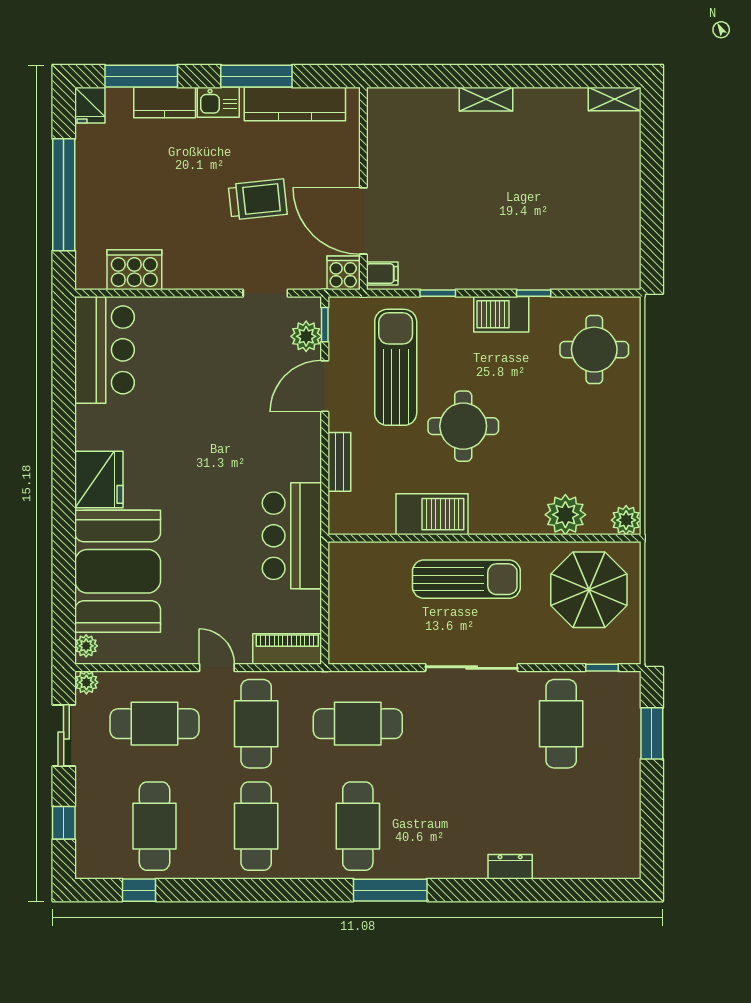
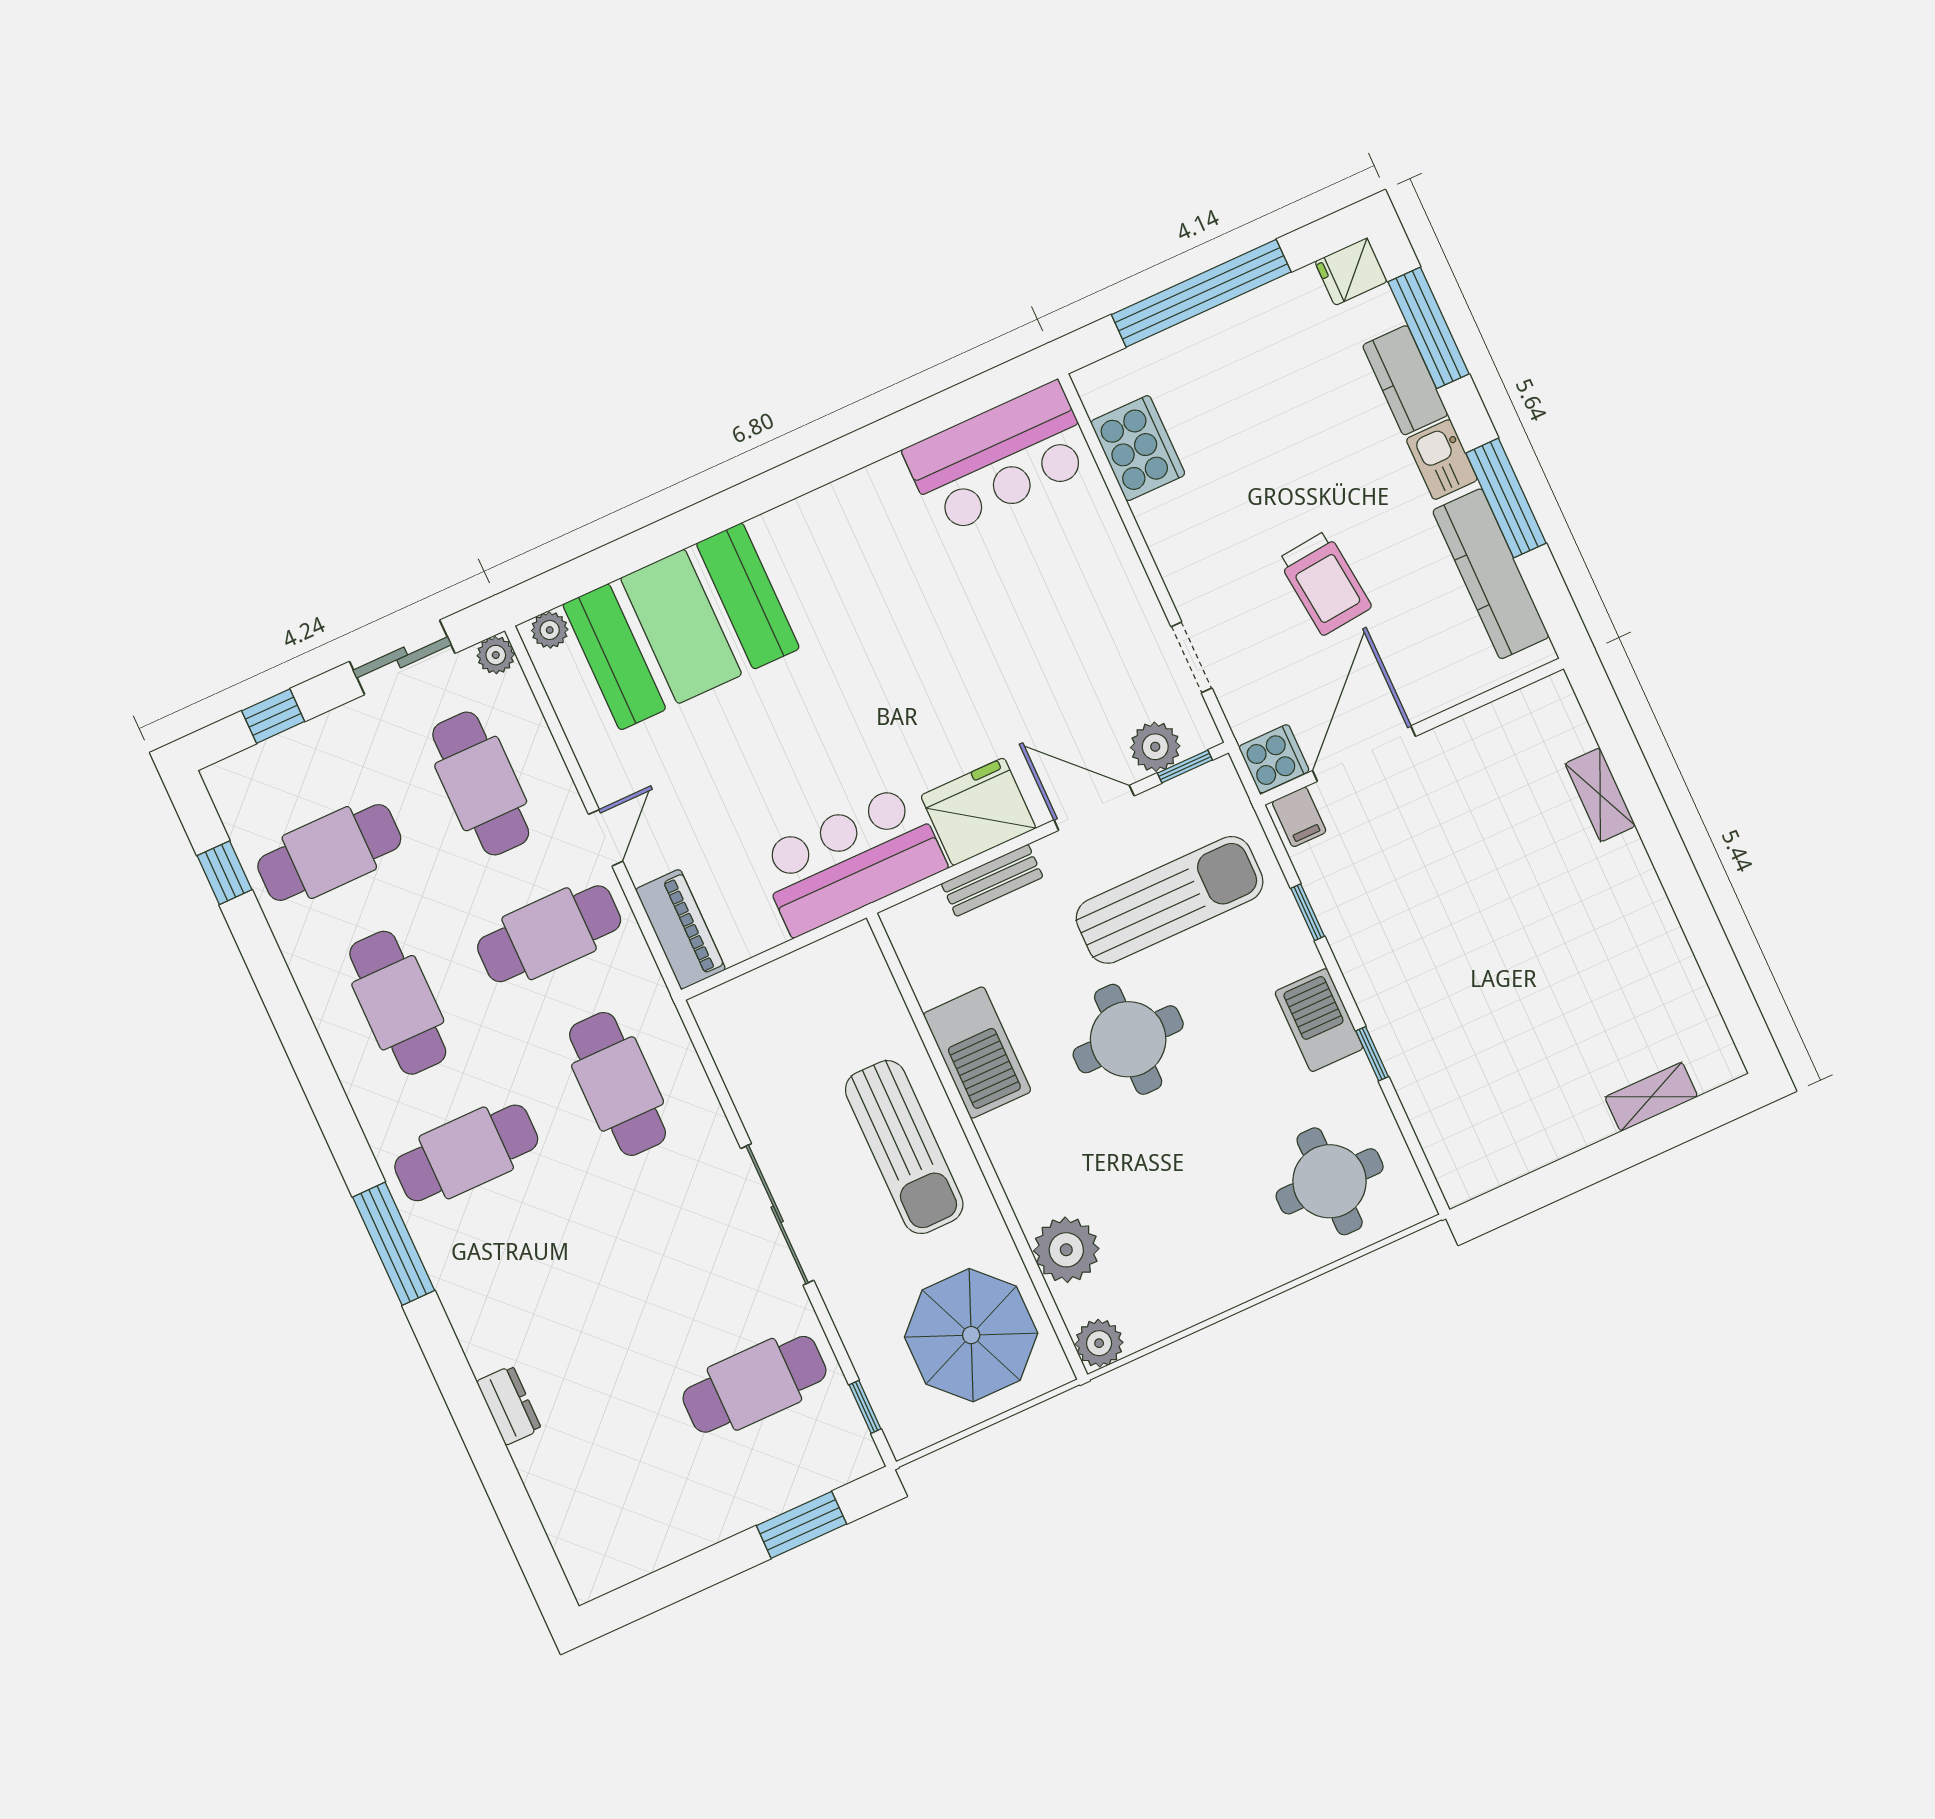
shelving: (486, 99) -> (1600, 795), moved
shelving: (615, 99) -> (1651, 1097), moved, turned 90
fridge: (99, 480) -> (978, 812), moved, turned 180
cafe table: (256, 826) -> (398, 1003), turned 90

